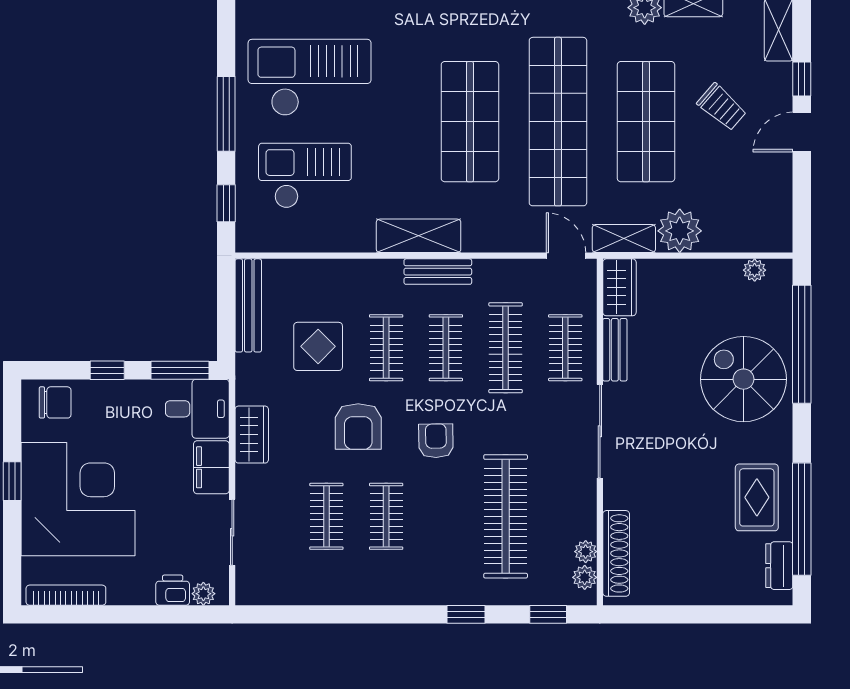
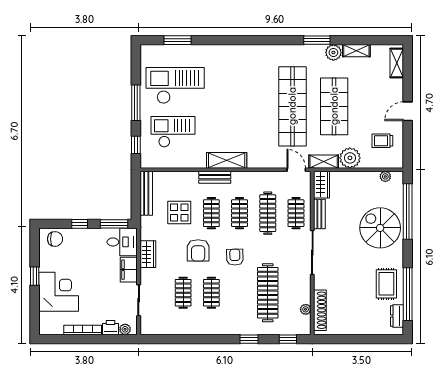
window: (802, 79) -> (408, 86), removed
trolley: (722, 107) -> (382, 141), moved, turned 139
shop shelf: (470, 122) -> (251, 106), removed
bench: (438, 272) -> (215, 177), moved
corner desk: (78, 499) -> (59, 292), width x0.74, depth x0.74
plant: (585, 577) -> (305, 322), removed
bookcase: (66, 595) -> (83, 330), moved

